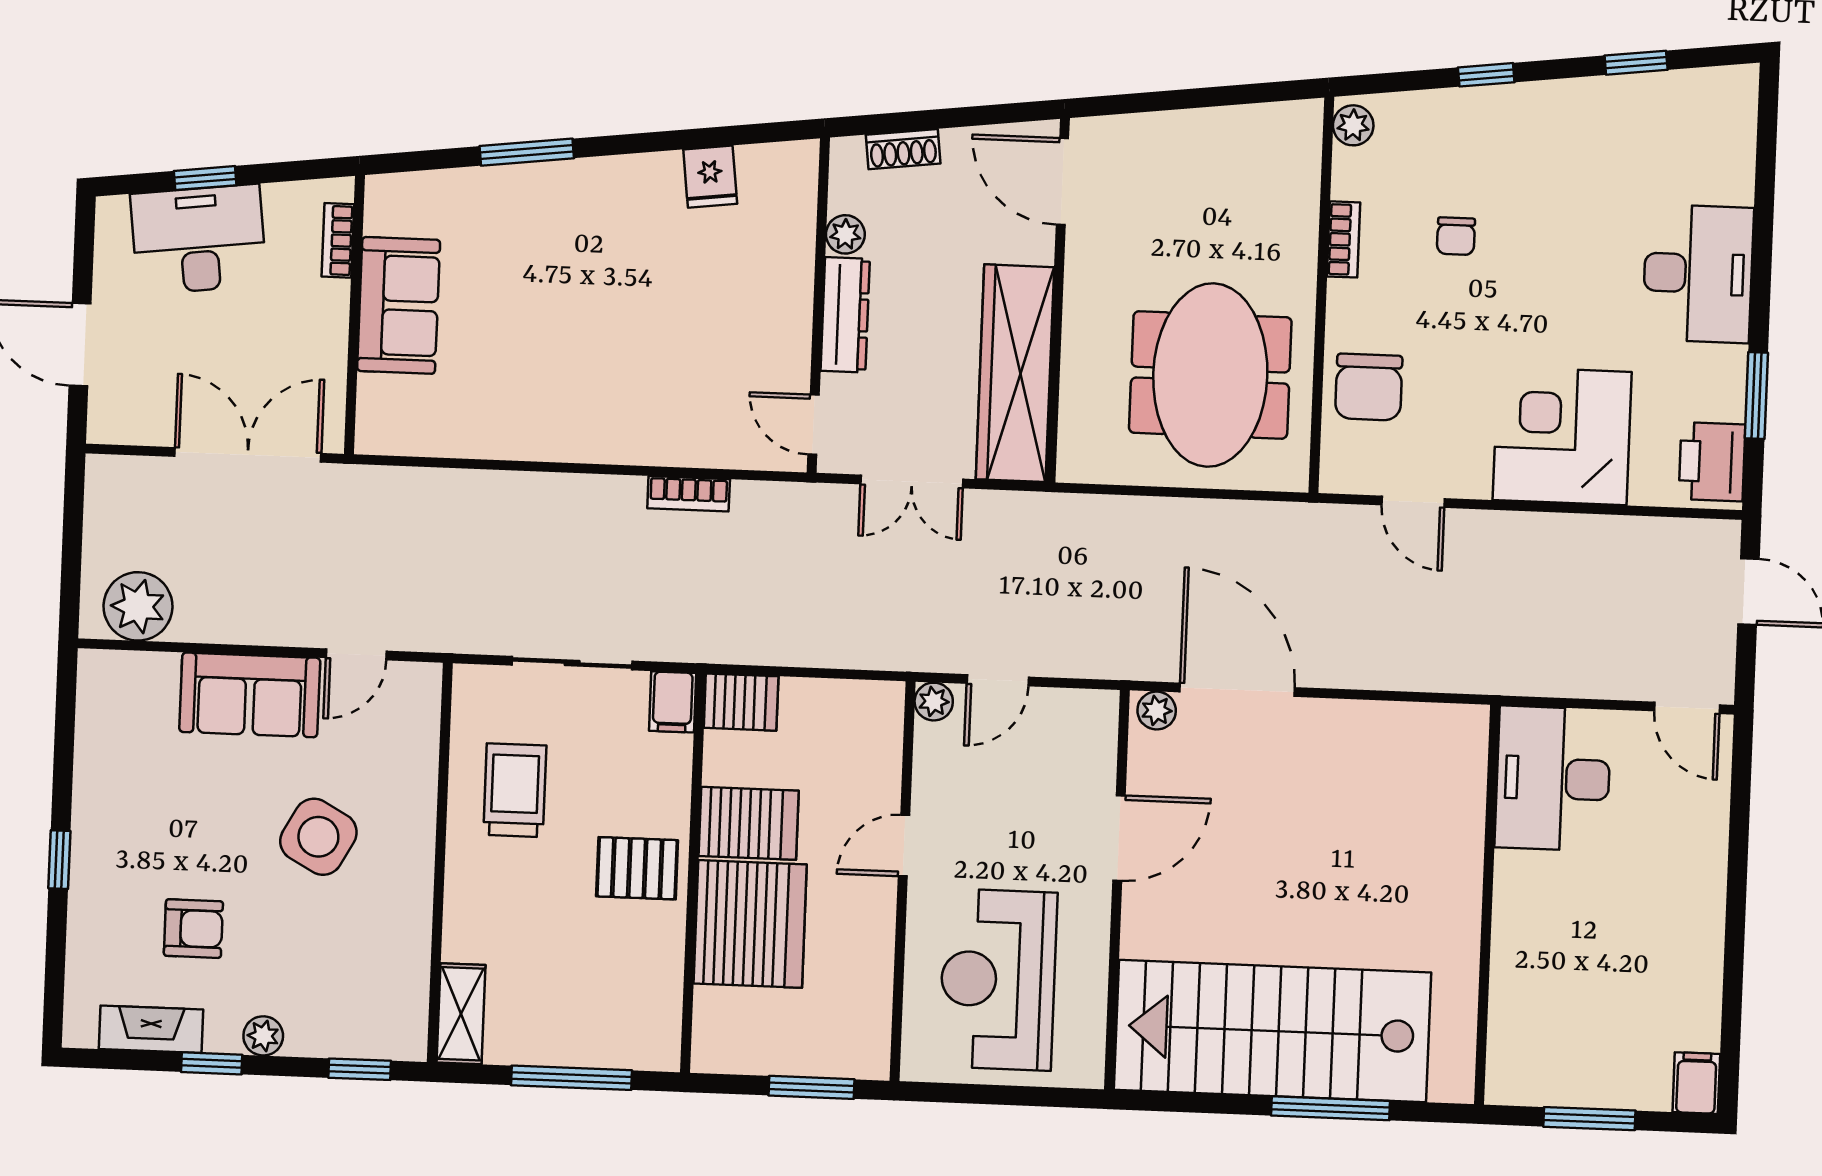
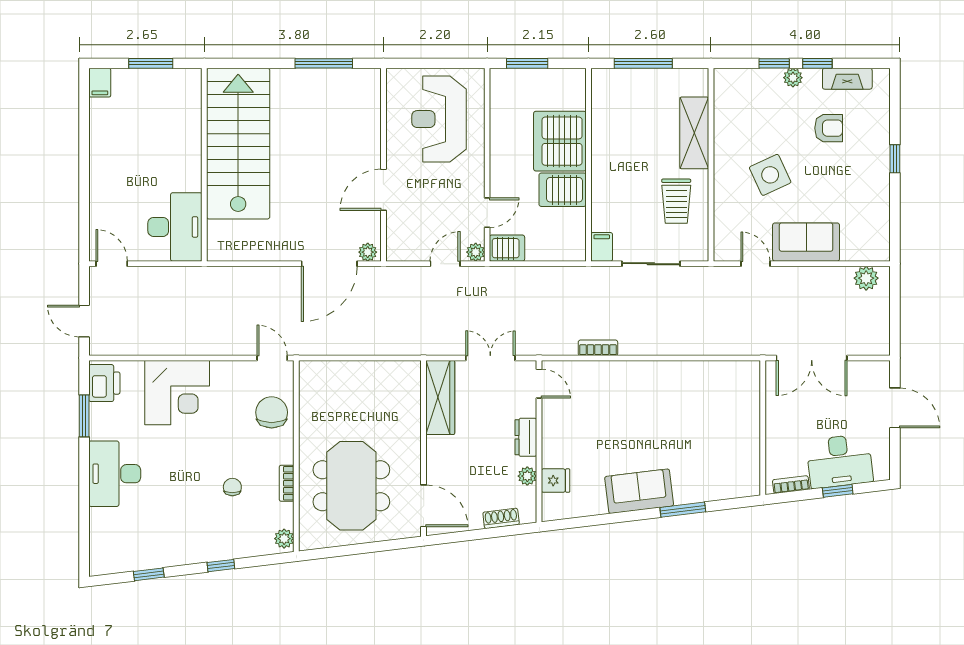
fridge: (710, 177) -> (556, 481), moved, turned 97
bookcase: (338, 240) -> (791, 485), moved, turned -97
sofa: (399, 305) -> (639, 491), moved, turned 83
dresser: (845, 315) -> (526, 437), width x0.70
wardrobe: (1015, 373) -> (440, 397), width x0.71, depth x0.85
meeting table: (1210, 375) -> (351, 486), moved
door: (1413, 502) -> (272, 358), moved
plant: (138, 606) -> (866, 278), width x0.73, depth x0.73
door: (356, 654) -> (755, 264), hinge flipped
door: (1237, 690) -> (329, 264), hinge flipped
server rack: (741, 702) -> (507, 248), moved, turned 180
side table: (318, 837) -> (770, 175), turned 36
door: (904, 846) -> (487, 213), moved
pallet: (637, 868) -> (616, 166), removed
armchair: (193, 929) -> (829, 128), turned 180
reception desk: (998, 980) -> (439, 119), turned 180
shelving: (461, 1014) -> (694, 133), moved, width x1.50, depth x1.33
stairs: (1272, 1031) -> (238, 144), moved, turned -90
window: (360, 1069) -> (774, 63), moved
window: (1330, 1108) -> (324, 63), moved

